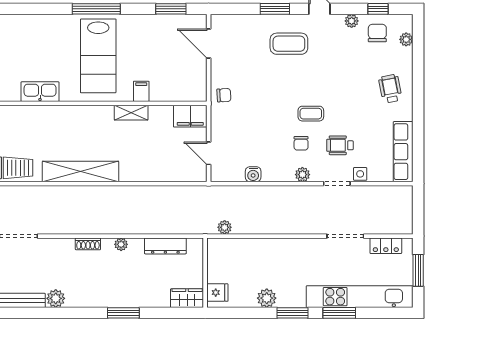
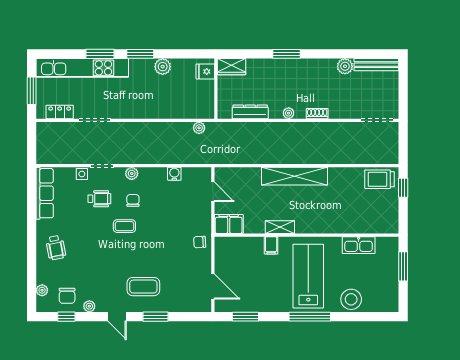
stool: (49, 29) -> (351, 299), added
shelving: (81, 171) -> (294, 176), moved

